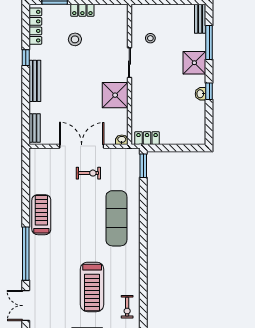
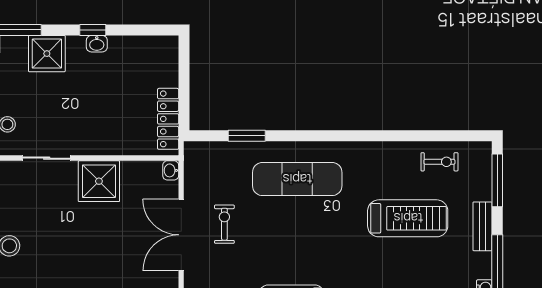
locker: (147, 138) -> (168, 119), width x1.53
window: (143, 166) -> (247, 136), moved

